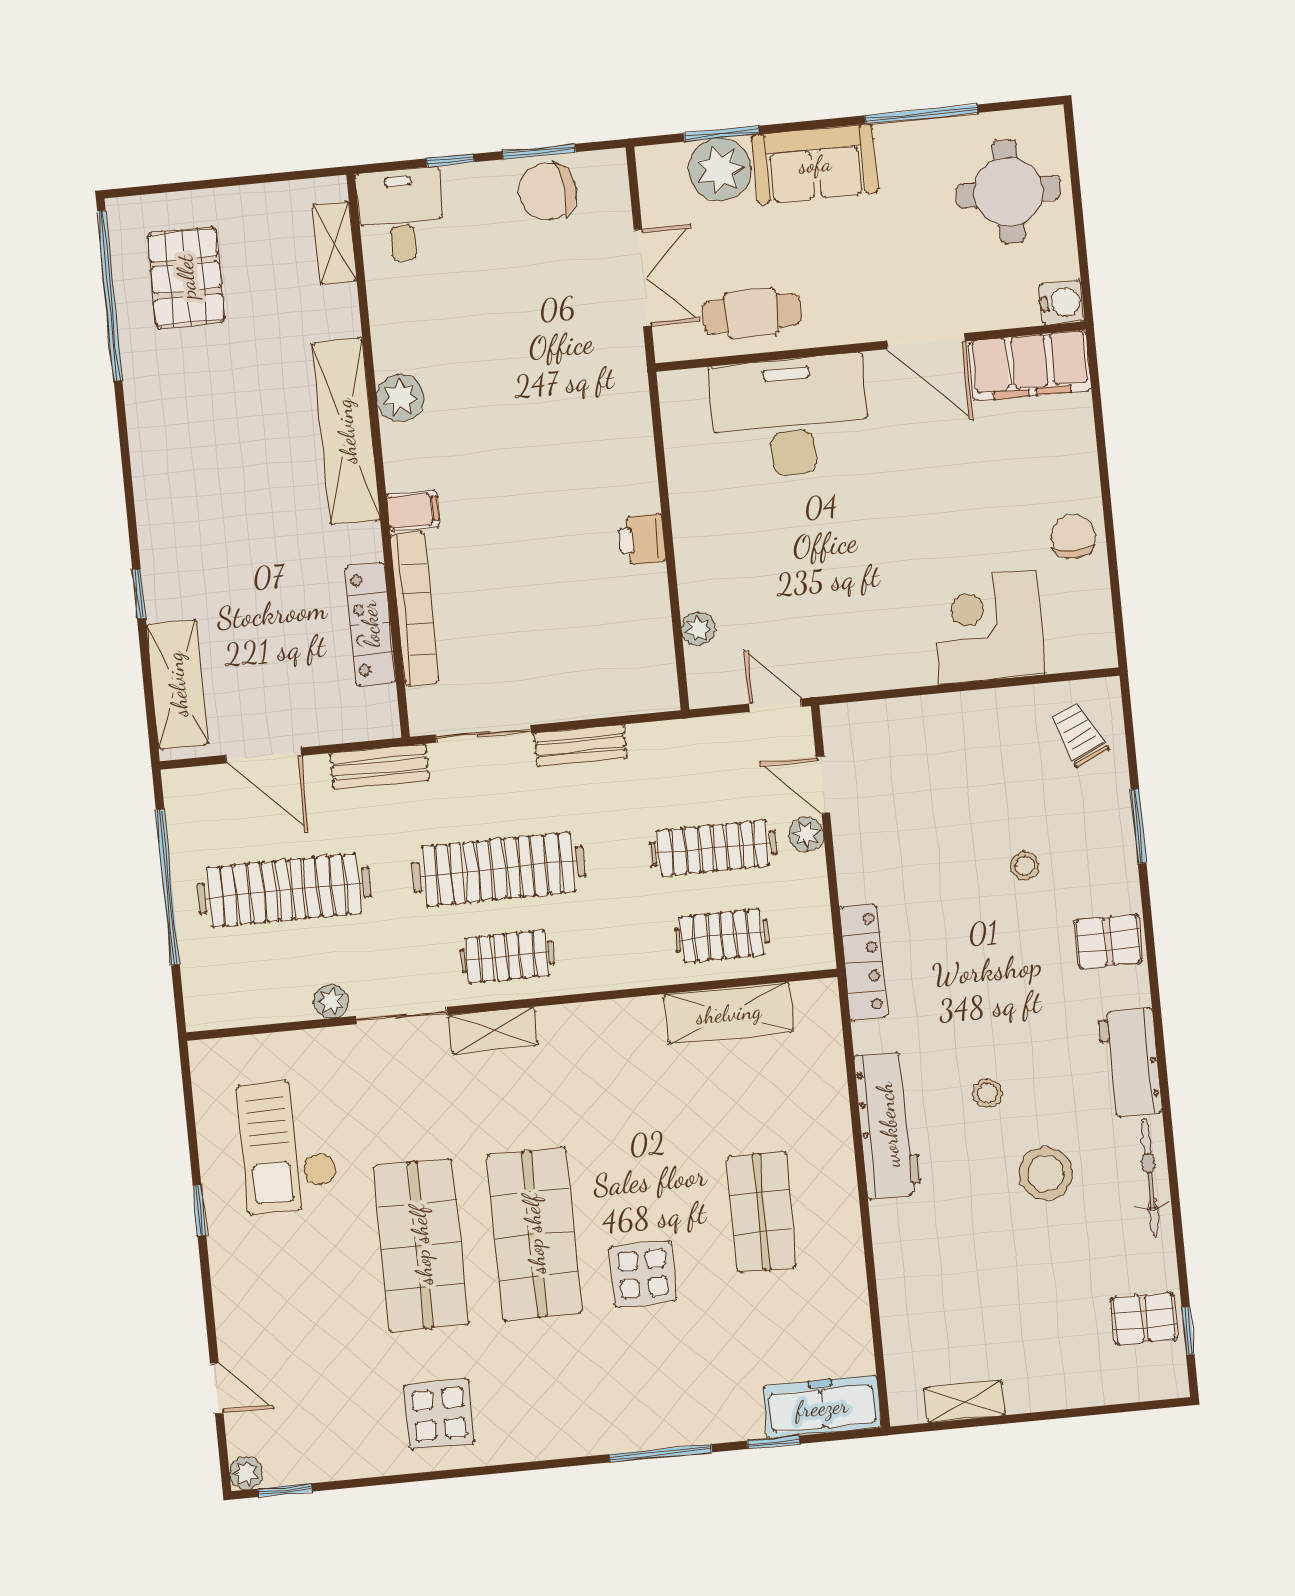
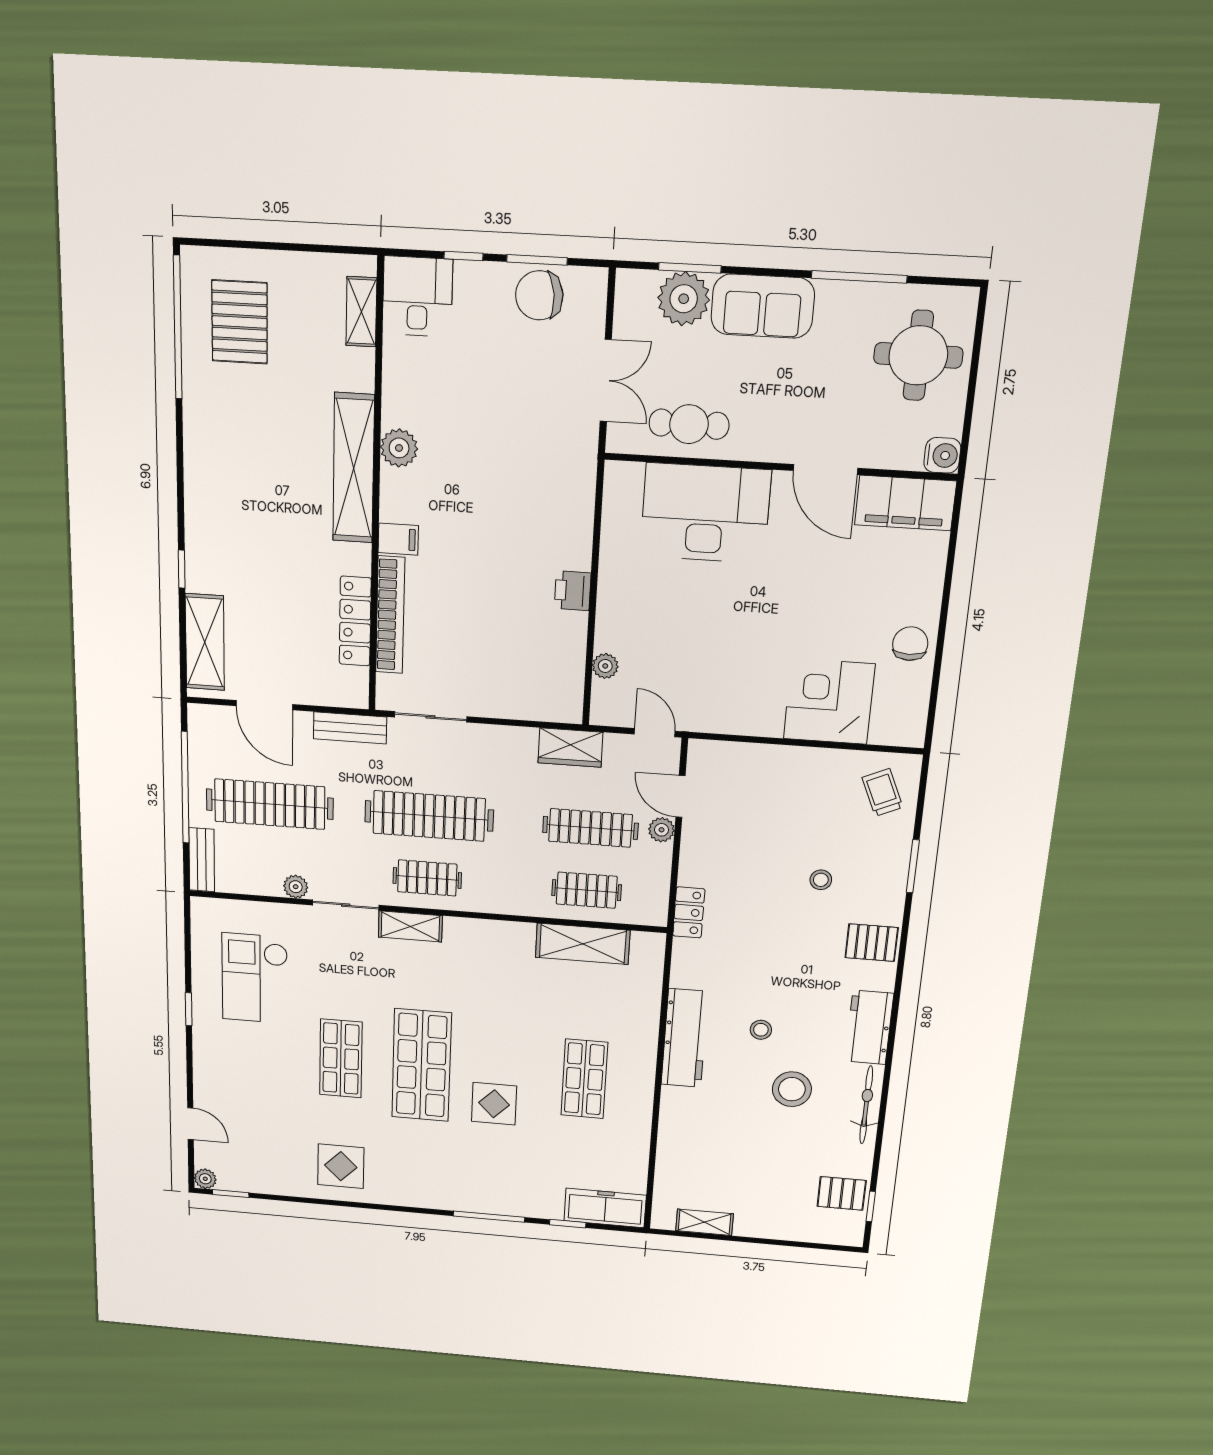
wardrobe: (670, 744) -> (570, 748), added
bench: (580, 746) -> (202, 860), moved, turned 90
locker: (863, 962) -> (689, 912), width x0.66
shop shelf: (421, 1245) -> (341, 1058), width x0.70, depth x0.74

